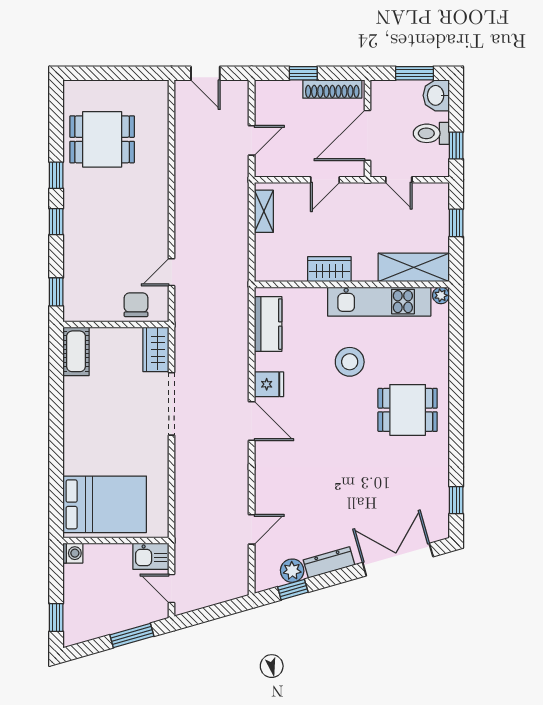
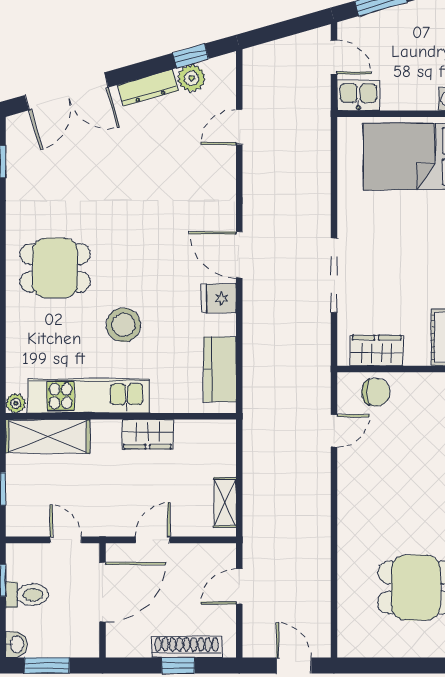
shoe rack: (332, 89) -> (187, 647), moved
washbasin: (436, 95) -> (16, 645), width x0.72, depth x0.69
chair: (136, 305) -> (376, 392), turned -90
wardrobe: (156, 349) -> (377, 351), moved, turned -90

